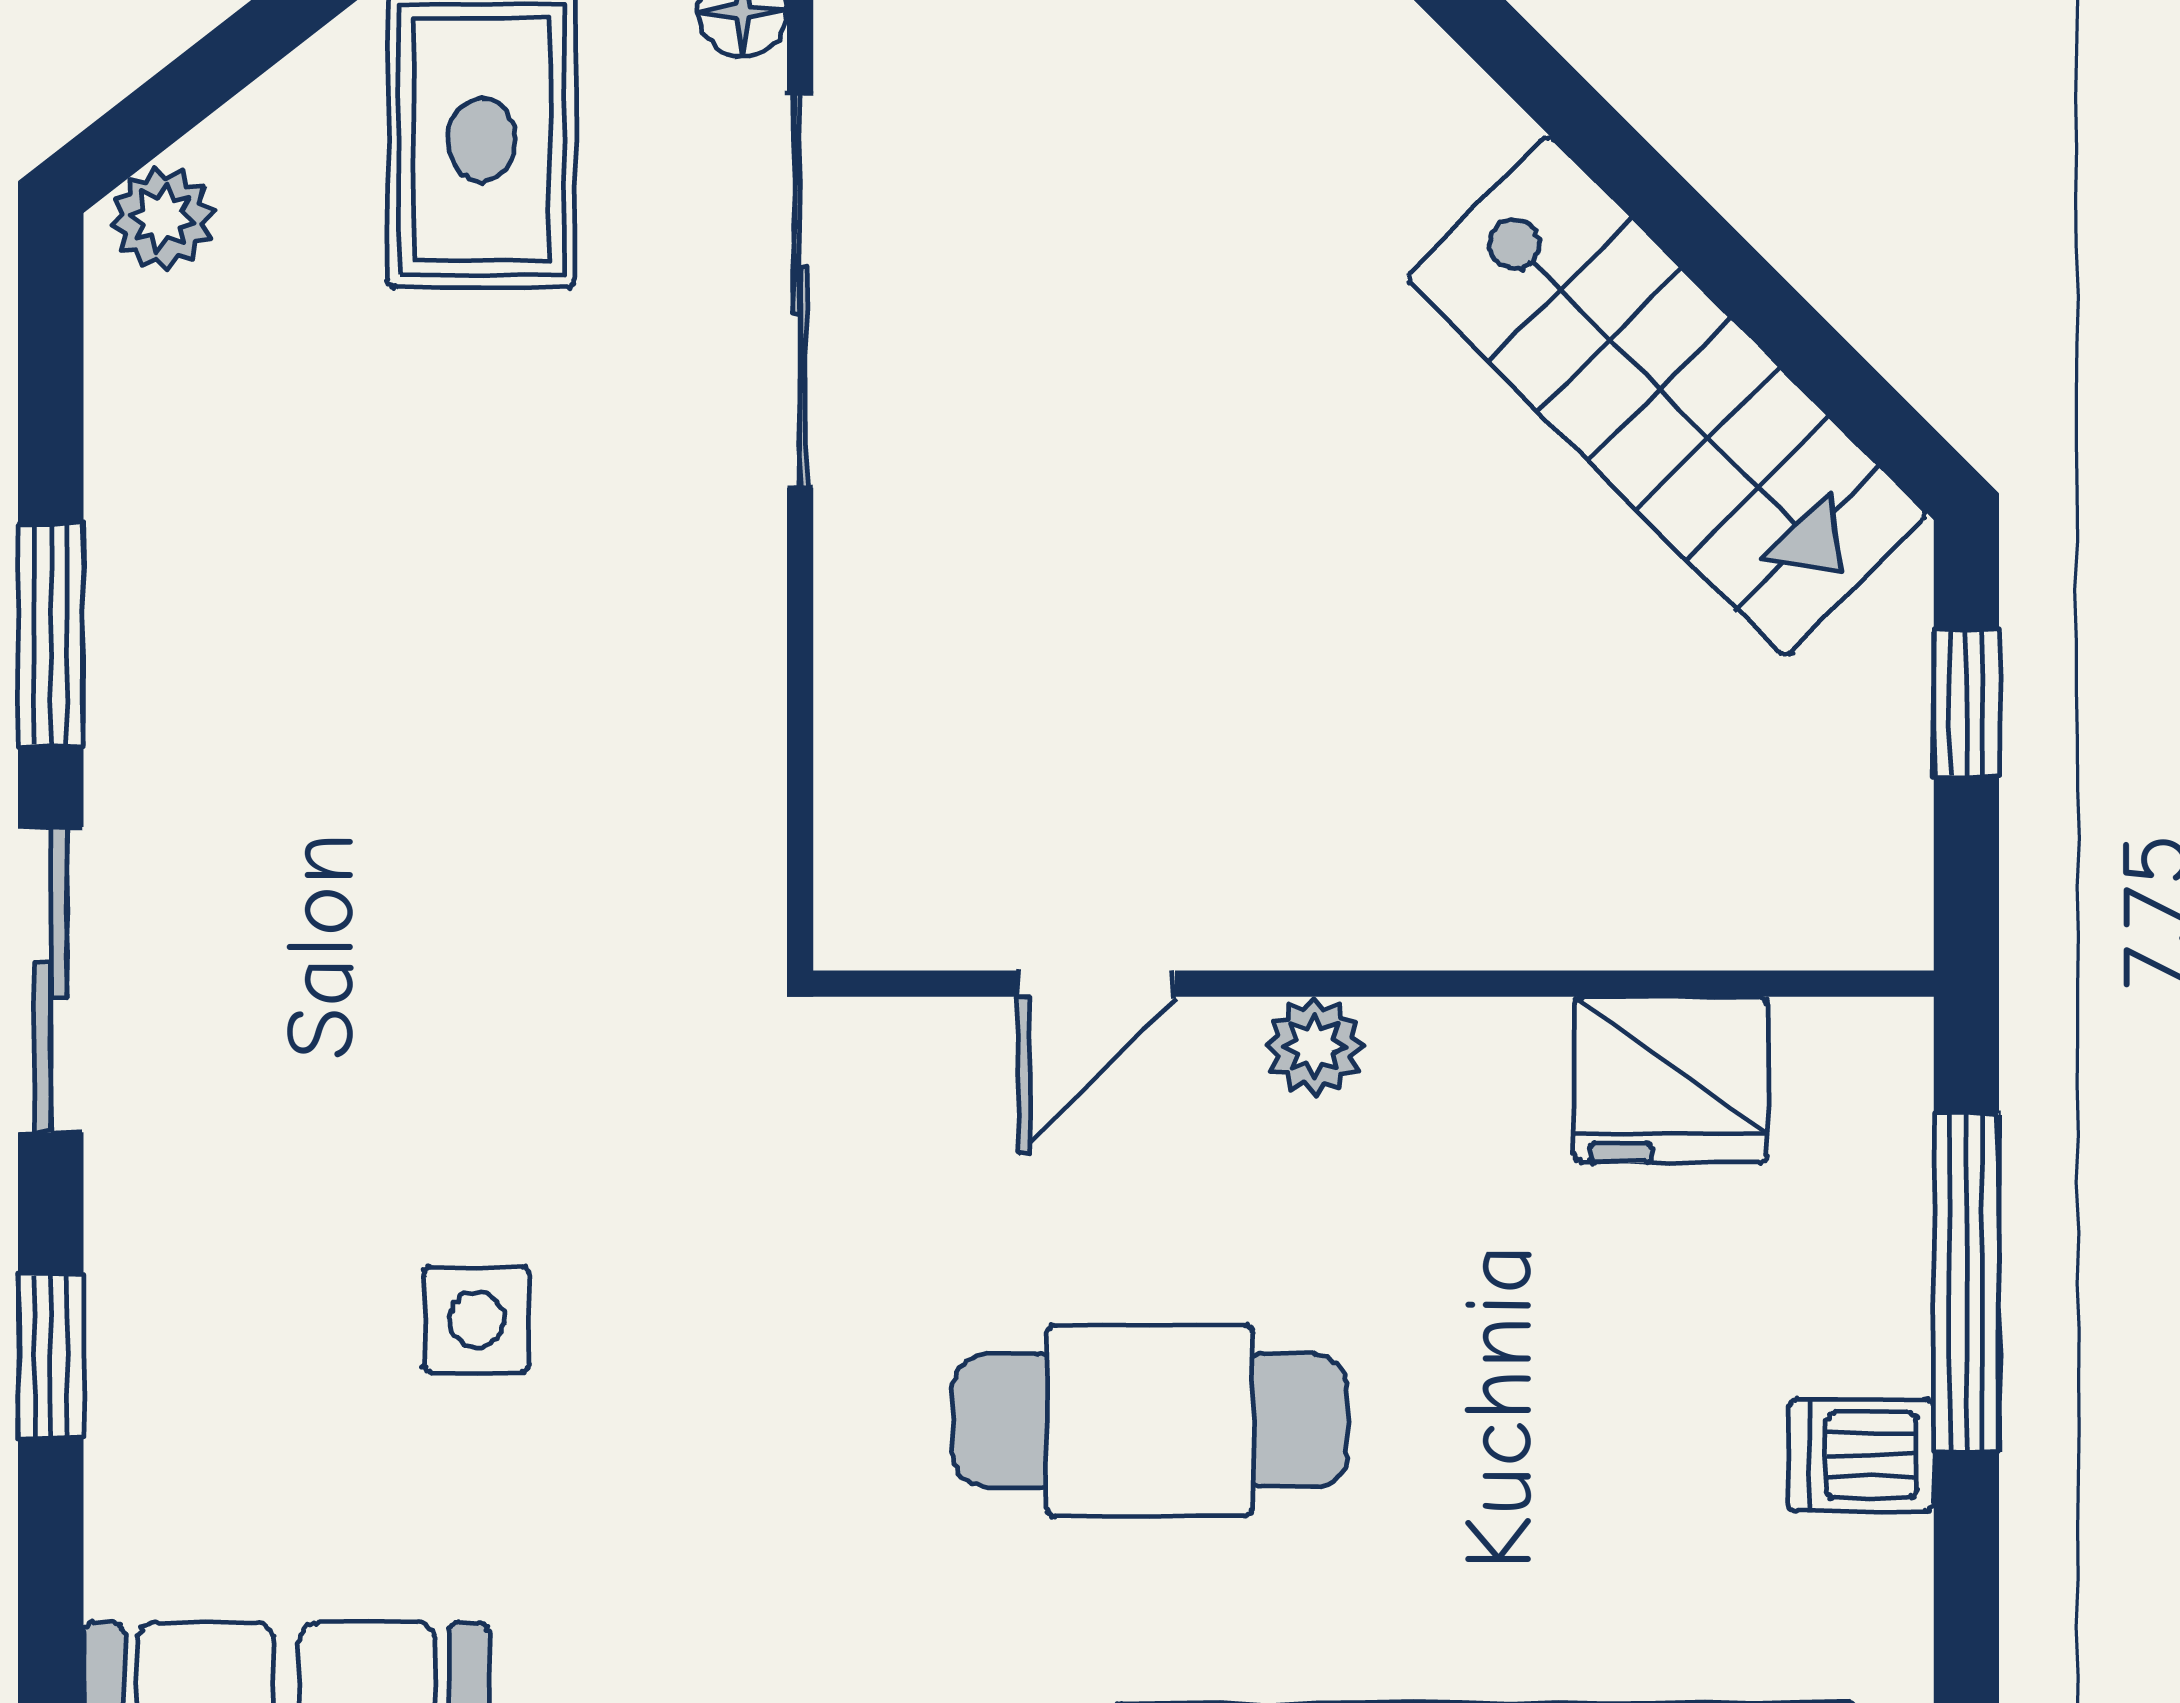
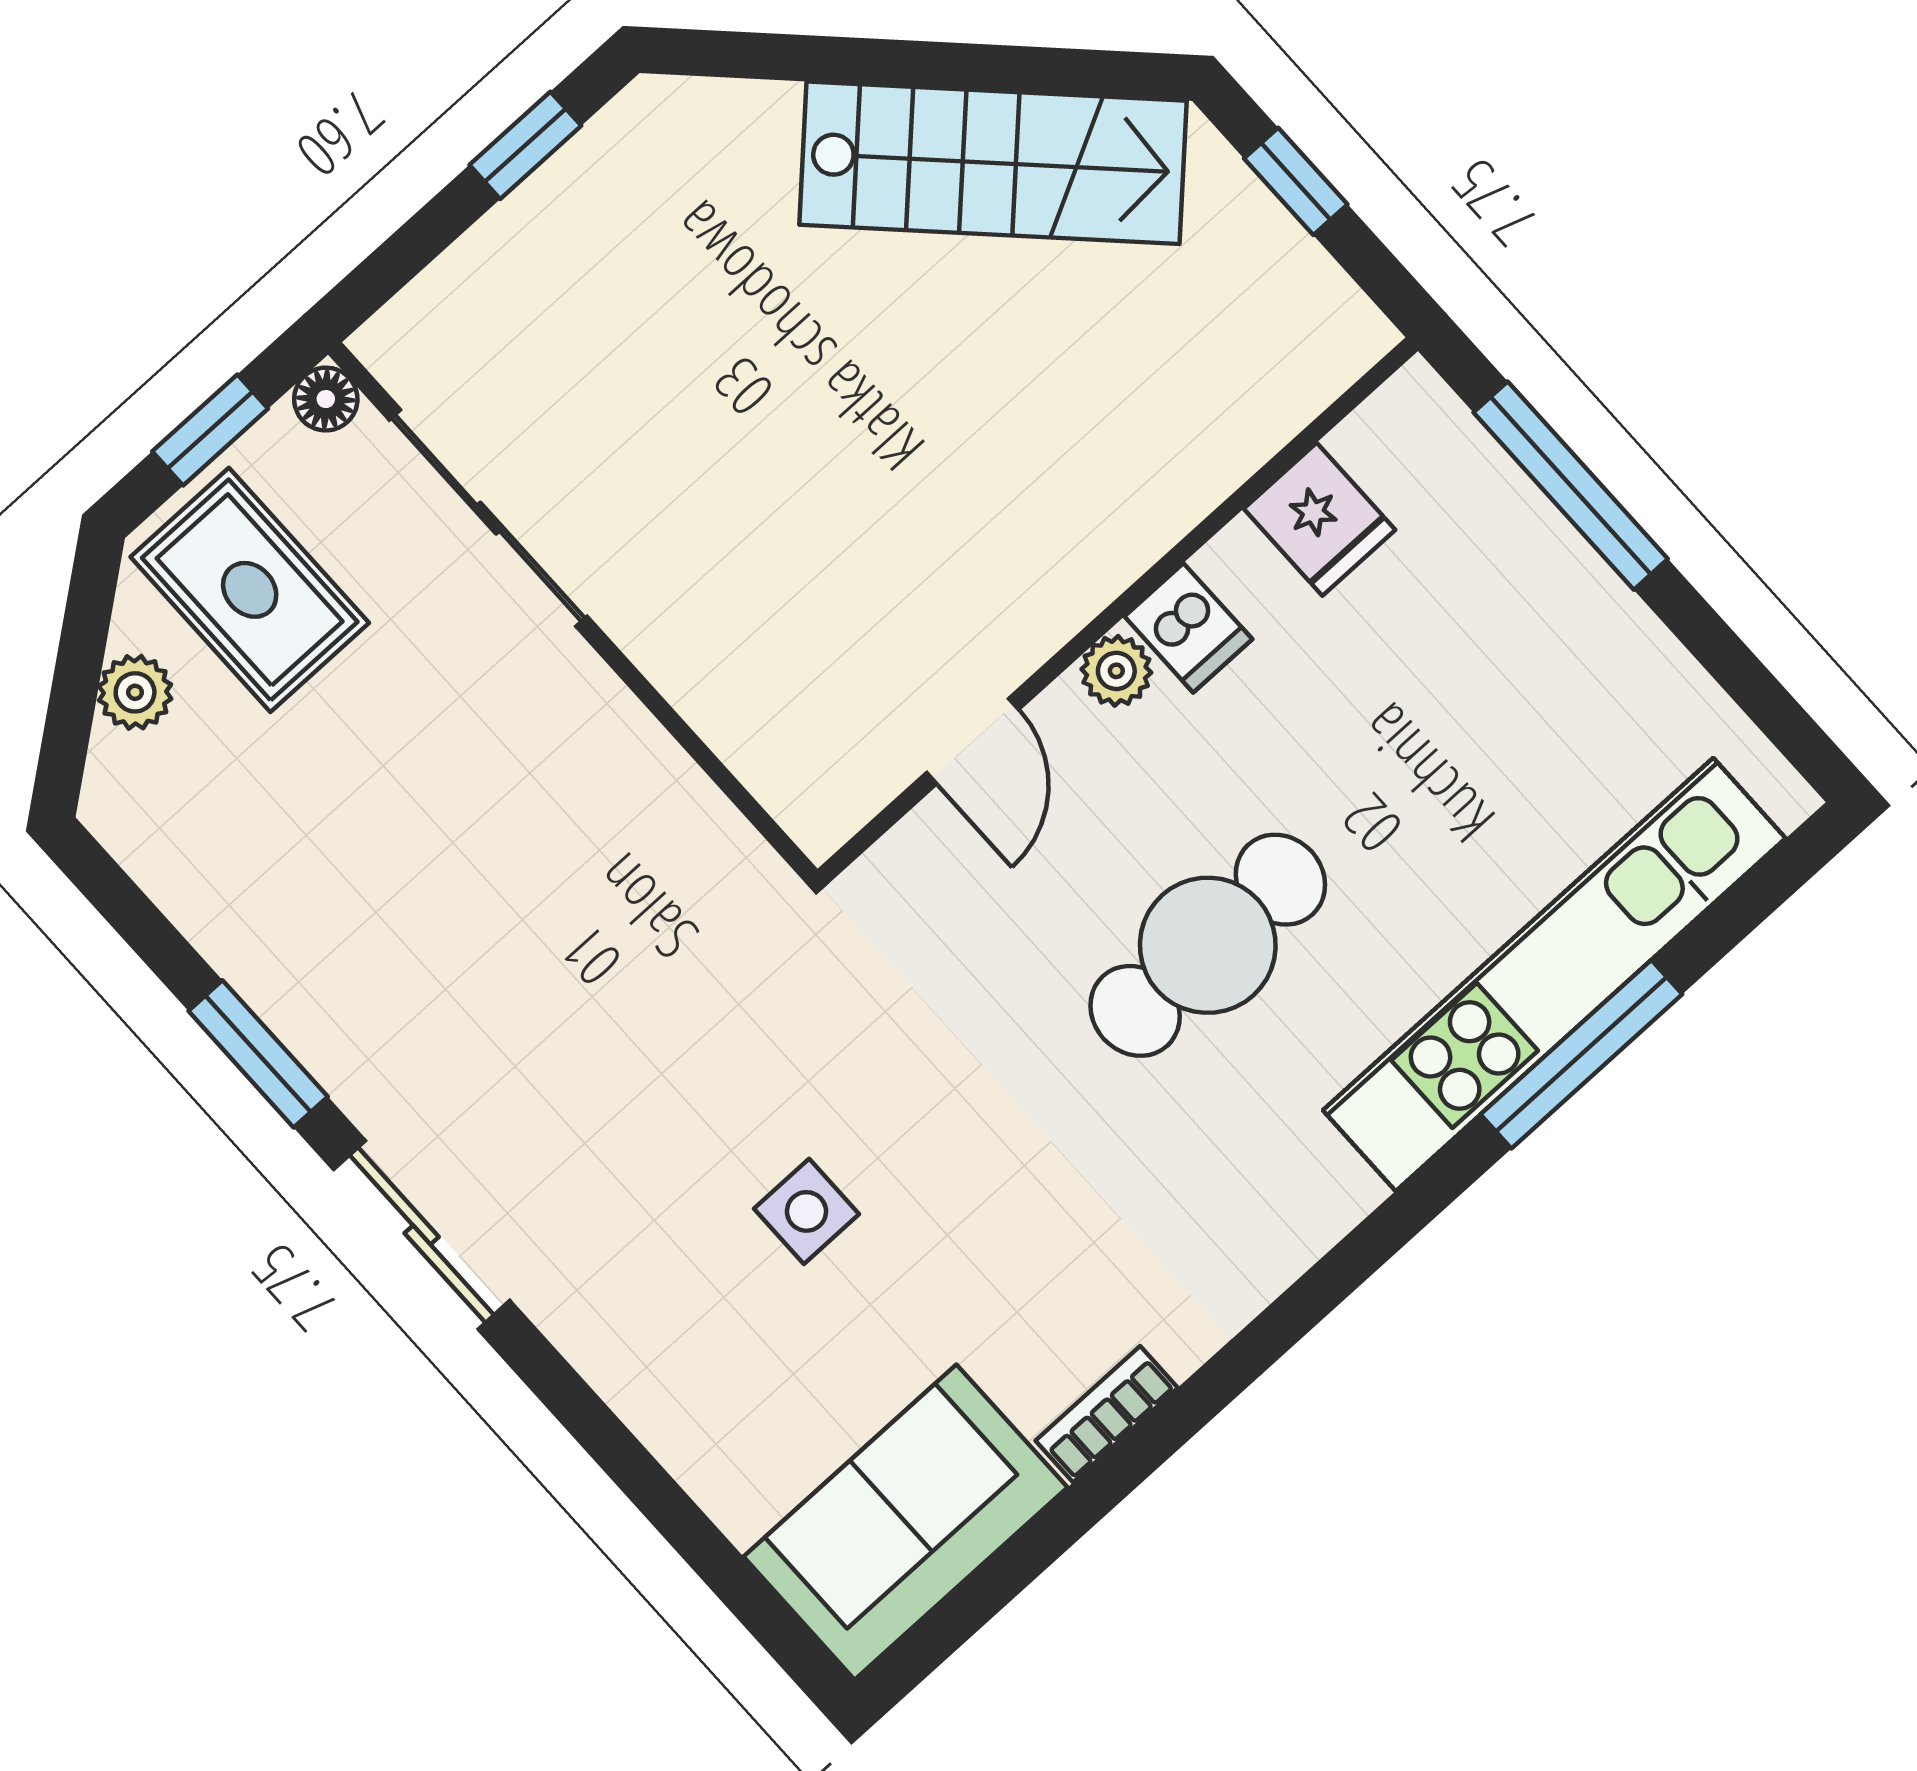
plant: (162, 218) -> (135, 692), moved
fridge: (1671, 1080) -> (1320, 519), width x0.72
window: (51, 1356) -> (600, 1432), removed
dishwasher: (1861, 1455) -> (1188, 628), moved, turned -90

